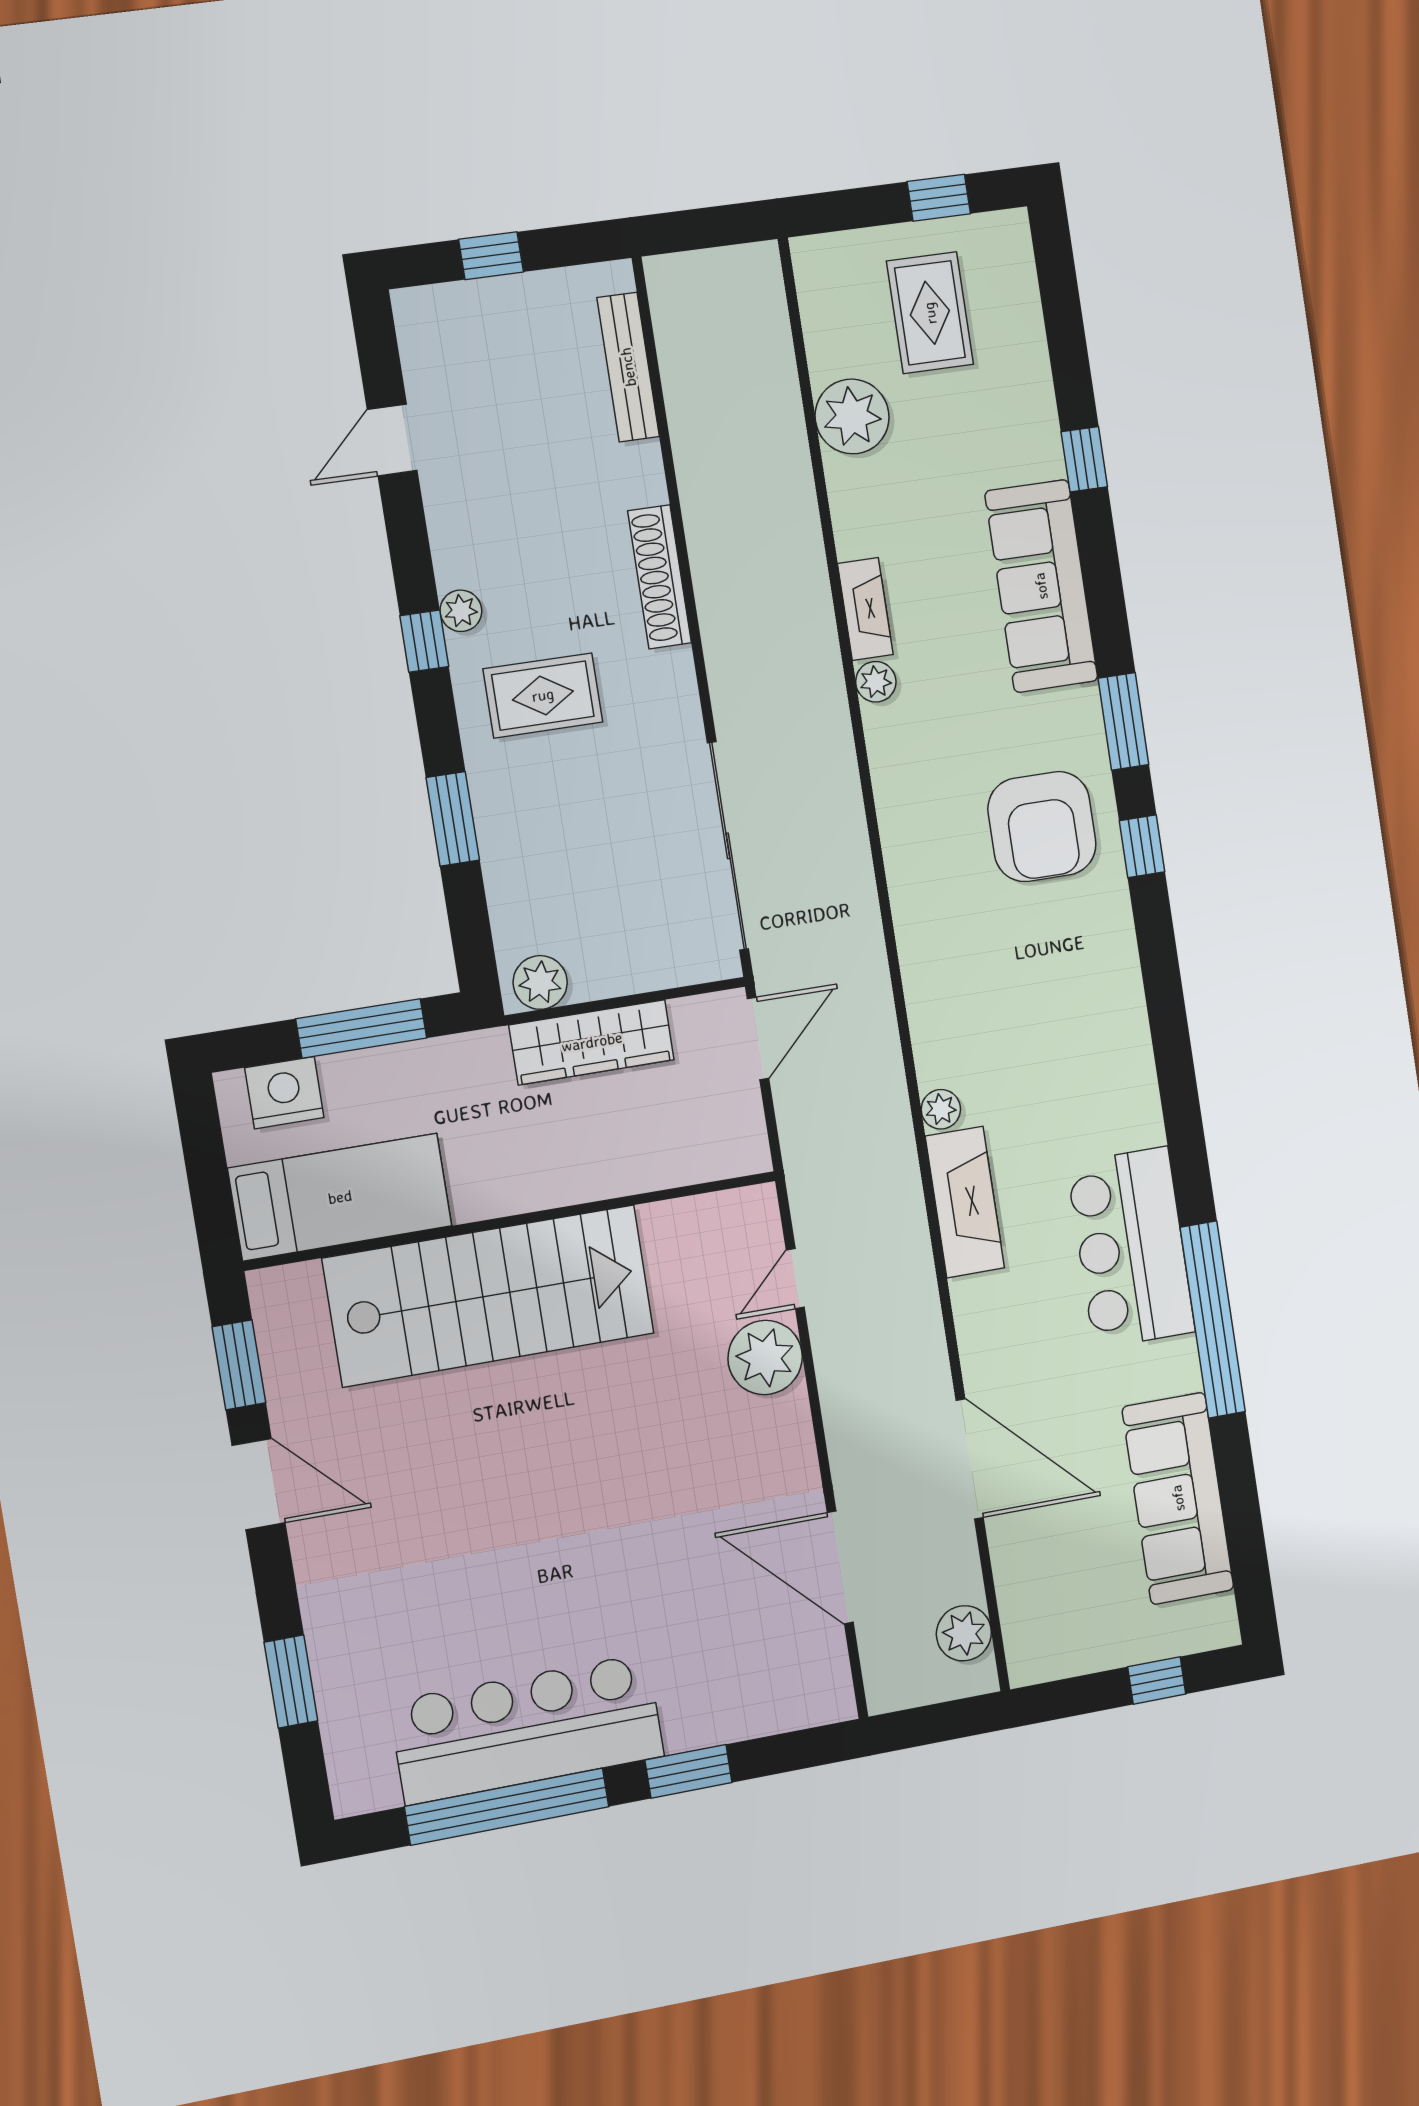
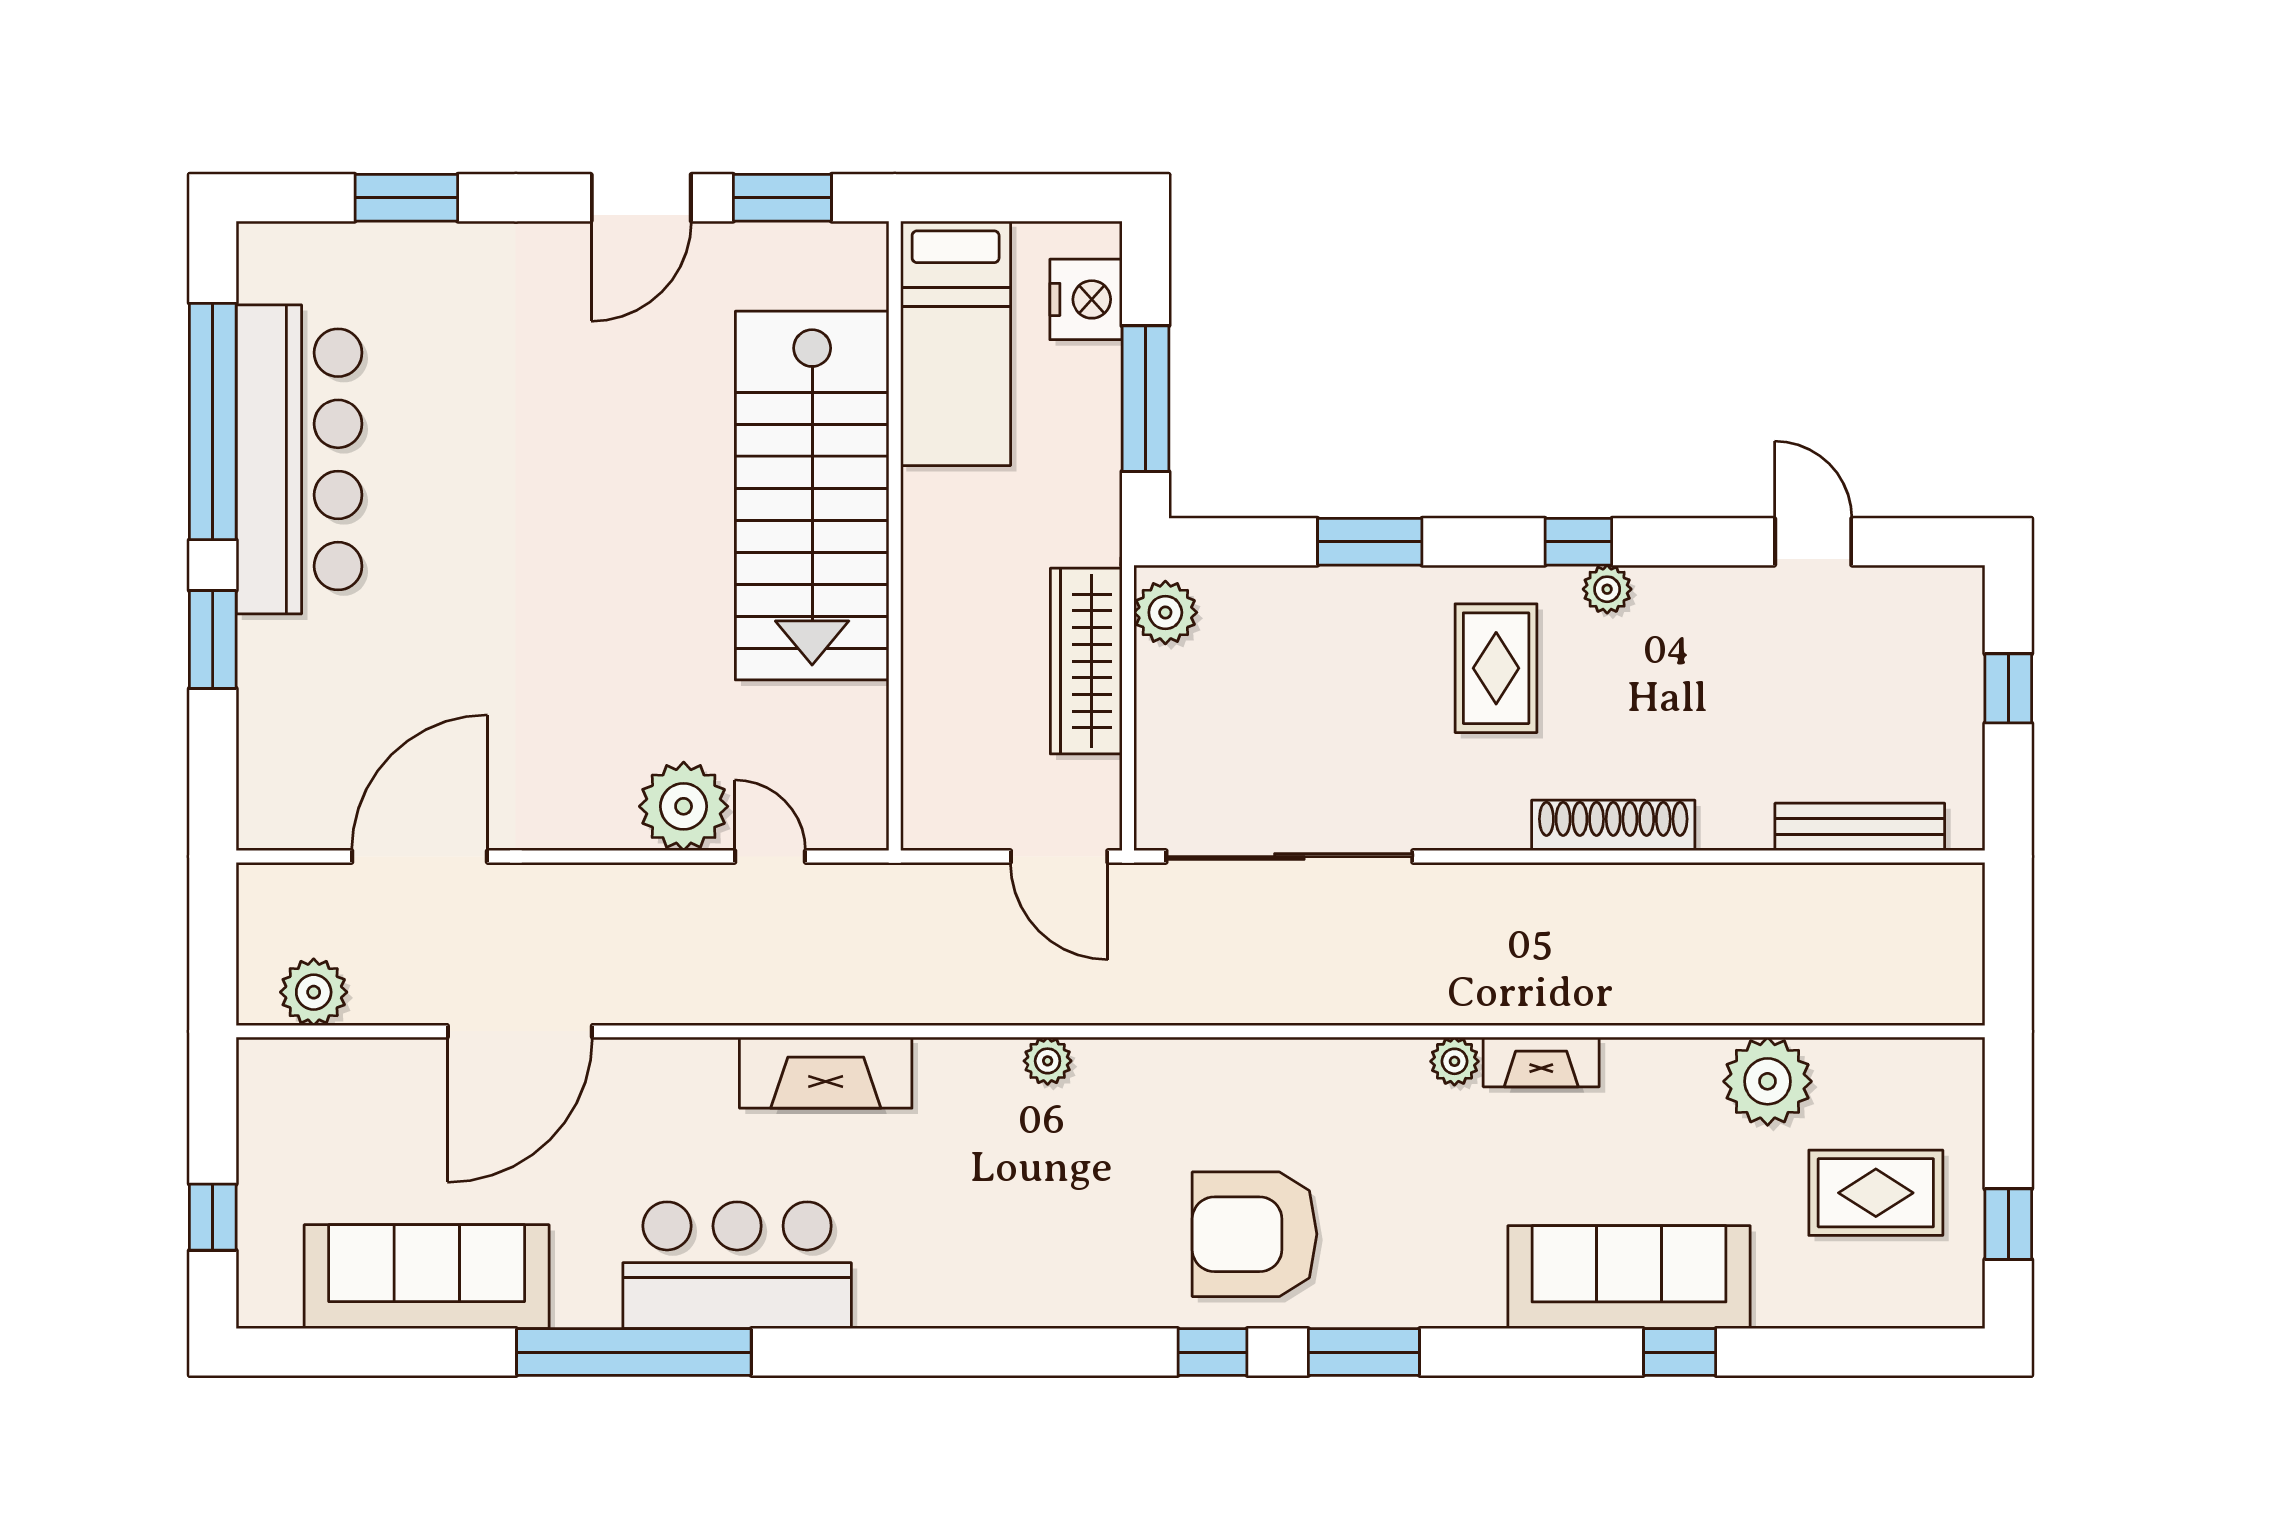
sofa: (1041, 586) -> (1629, 1277), moved
plant: (941, 1109) -> (1048, 1061), moved

